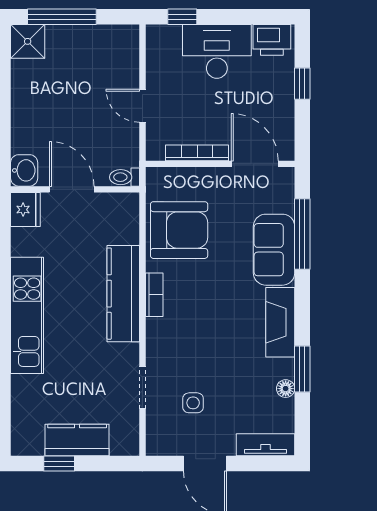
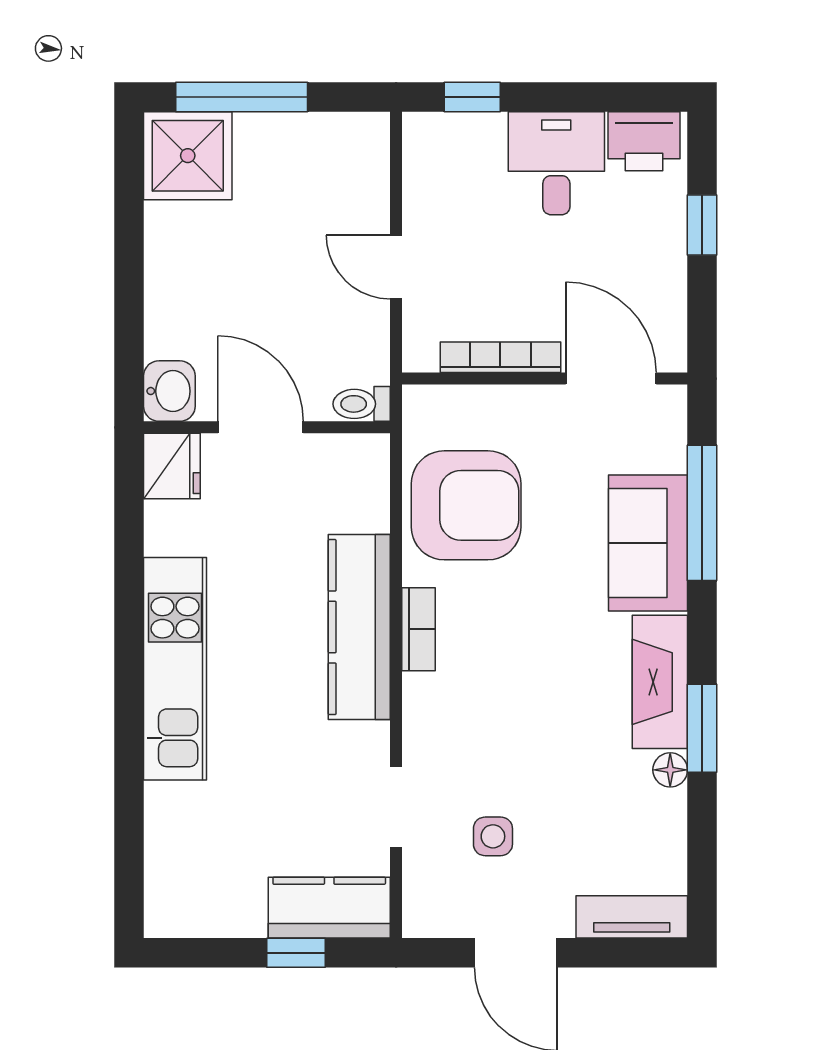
shower: (28, 41) -> (188, 156), width x1.36, depth x1.36
desk: (217, 51) -> (556, 163), width x0.73
window: (302, 369) -> (702, 728), moved
floor lamp: (286, 389) -> (670, 770), moved
kitchen counter: (77, 440) -> (329, 908), moved
window: (59, 464) -> (296, 953), moved

